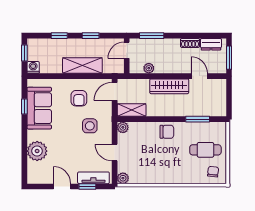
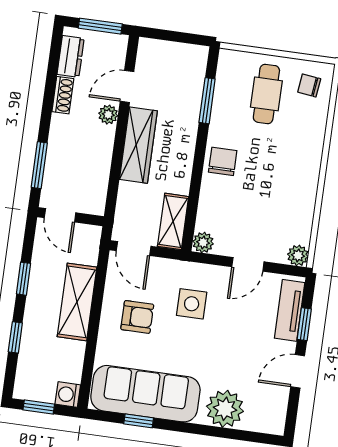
plant: (149, 68) -> (108, 115), moved
sofa: (39, 108) -> (145, 394), width x1.36

